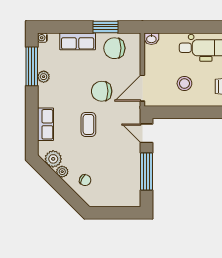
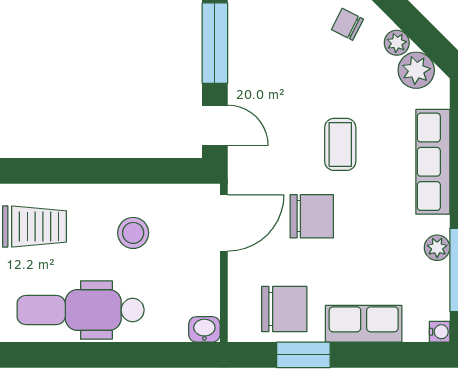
row of seats: (45, 124) -> (433, 162), width x1.48

